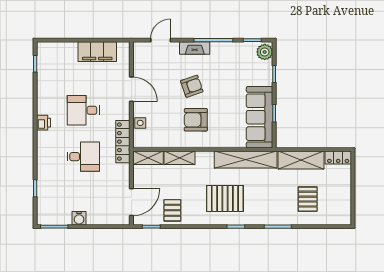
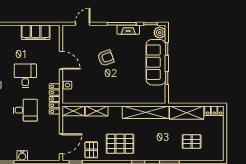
fireplace: (195, 48) -> (128, 30), moved
desk: (83, 110) -> (25, 76), turned 90
sofa: (260, 117) -> (156, 62), moved
armchair: (196, 120) -> (109, 83), removed
pallet: (225, 199) -> (120, 144), moved
pallet: (308, 199) -> (192, 142), turned 90

